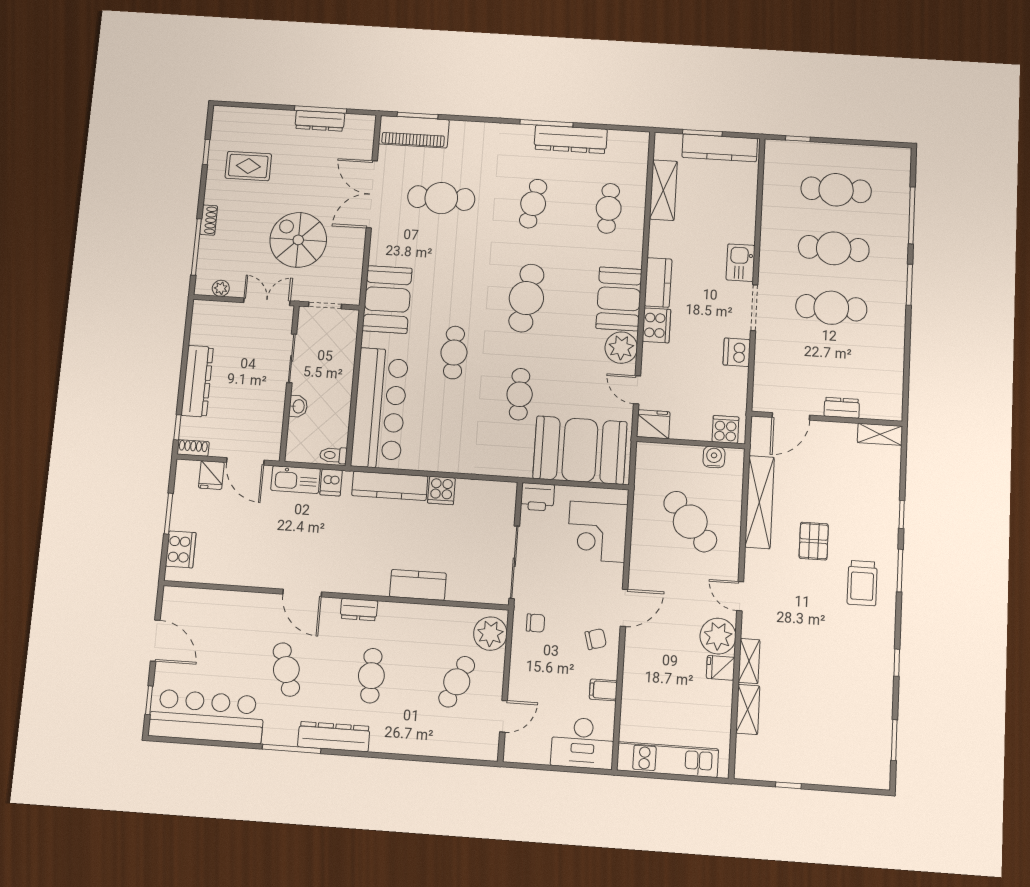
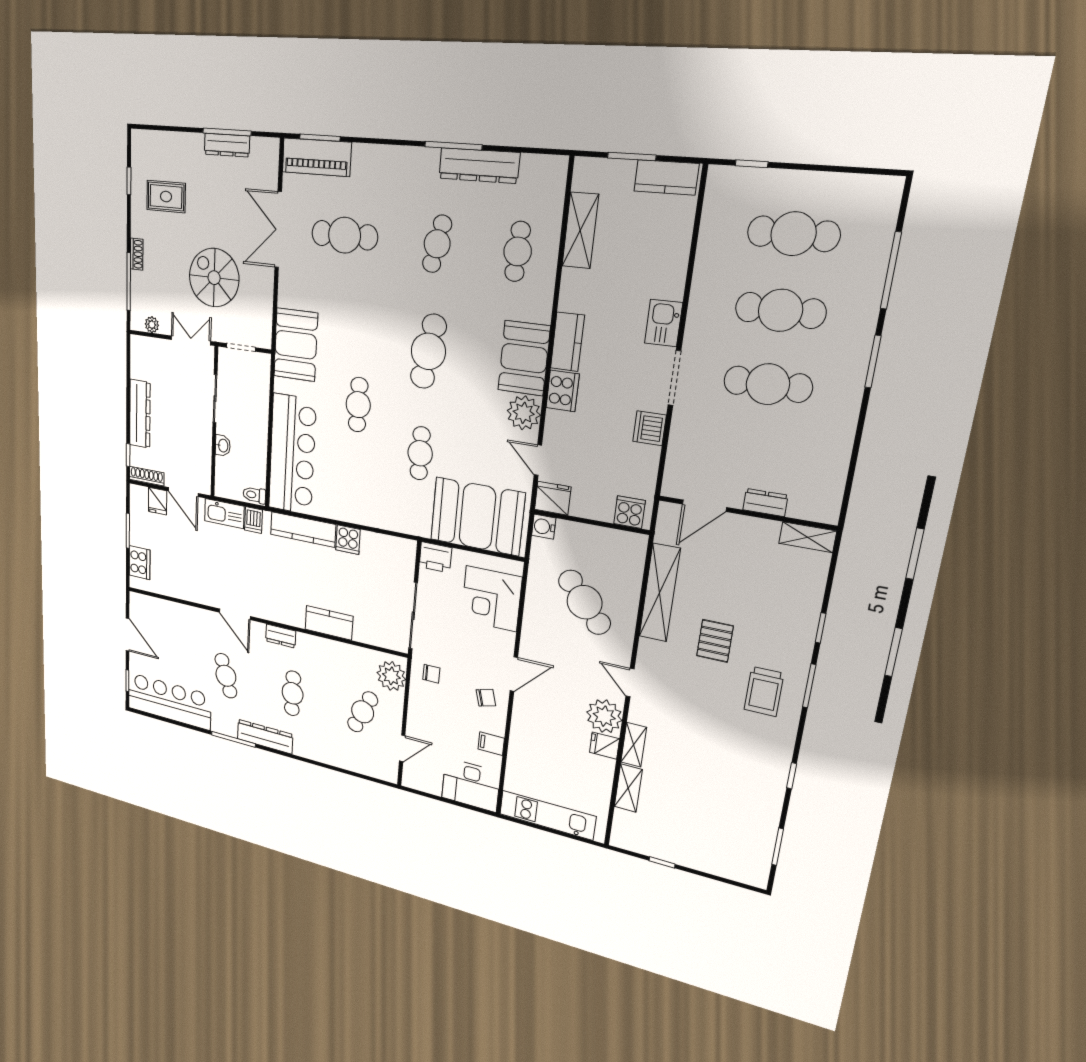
kitchen counter: (720, 148) -> (666, 177), width x0.67
shoe rack: (193, 448) -> (147, 476), width x1.43
water cooler: (714, 457) -> (544, 527), moved, turned -90

